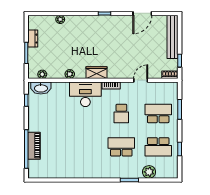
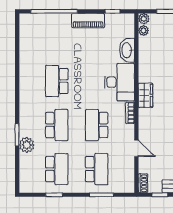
plant: (70, 74) -> (144, 19), moved
washbasin: (41, 88) -> (127, 50), moved
school desk: (121, 113) -> (97, 125), width x1.85
piano: (34, 146) -> (88, 21), moved
school desk: (84, 147) -> (57, 81), added
school desk: (158, 147) -> (57, 169), turned 180
plant: (149, 172) -> (27, 145), moved

